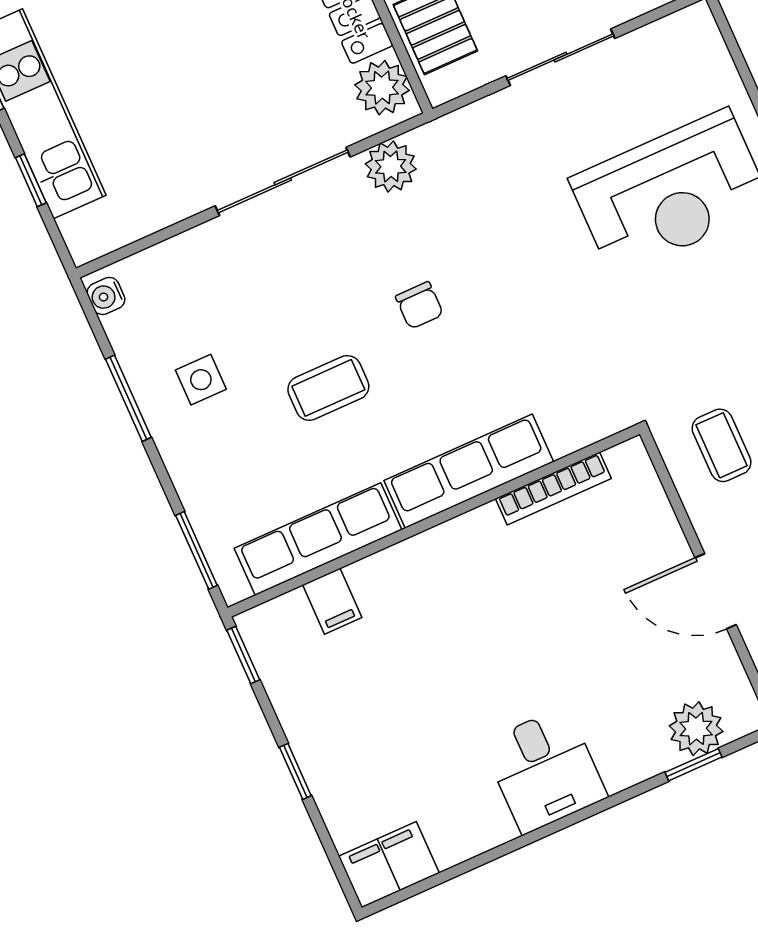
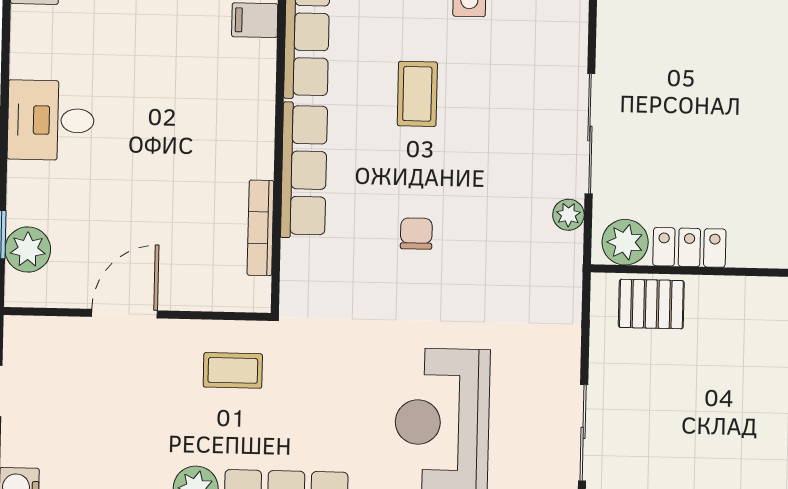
sliding door: (560, 57) -> (583, 433), moved
plant: (391, 166) -> (568, 215), width x0.73, depth x0.73
chair: (419, 305) -> (416, 234), moved, turned 90

